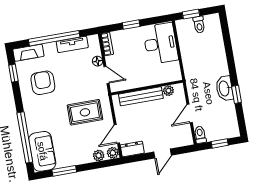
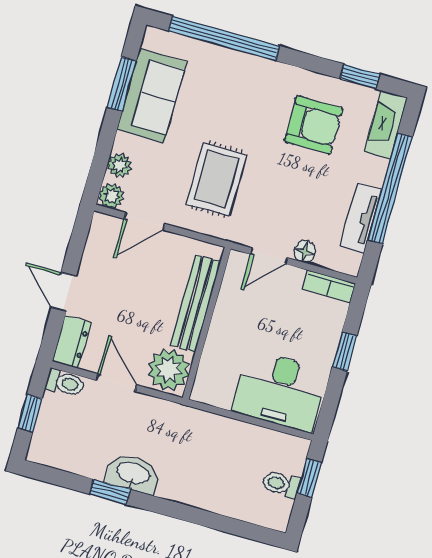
plant: (168, 91) -> (169, 369), width x1.88, depth x1.88
door: (117, 134) -> (144, 221), swing flipped
dresser: (132, 149) -> (72, 342), moved
sofa: (42, 151) -> (152, 96), moved, turned -90

